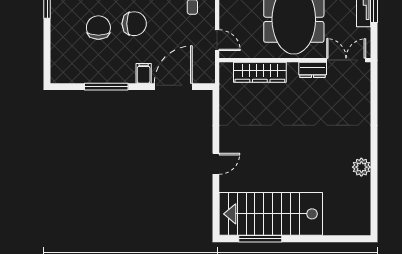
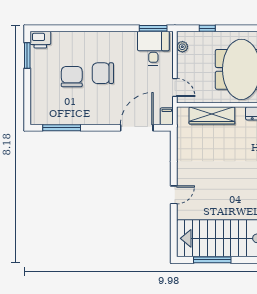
chair: (134, 24) -> (103, 73), turned 180
filing cabinet: (144, 73) -> (167, 116), moved
window: (106, 87) -> (62, 128), moved

